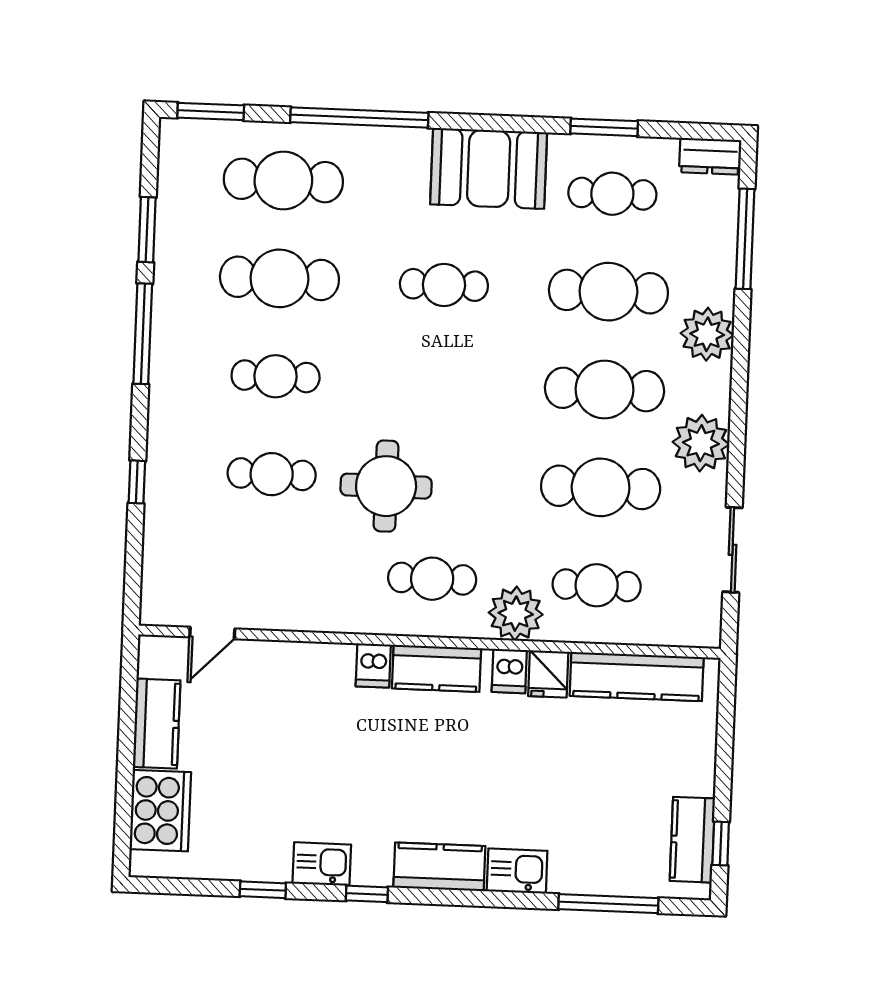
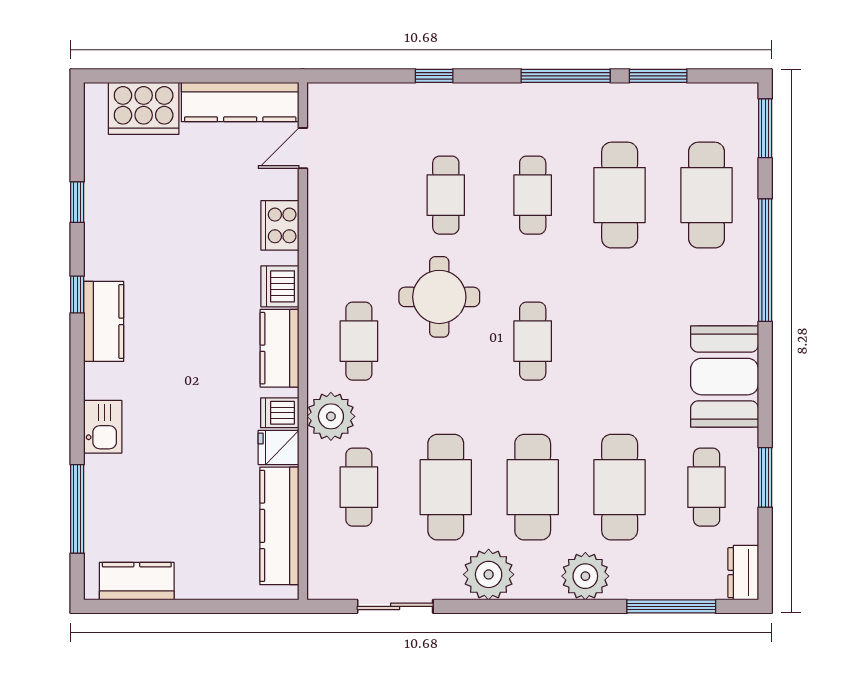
cafe table: (444, 285) -> (533, 341), moved
door: (212, 633) -> (303, 148), hinge flipped
cooker: (298, 662) -> (280, 225), added
dishwasher: (373, 665) -> (280, 286), width x1.38
kitchen counter: (157, 724) -> (240, 102), width x1.50
window: (721, 843) -> (134, 606), removed
kitchen sink: (322, 864) -> (102, 253), removed
kitchen counter: (439, 867) -> (104, 321), moved

